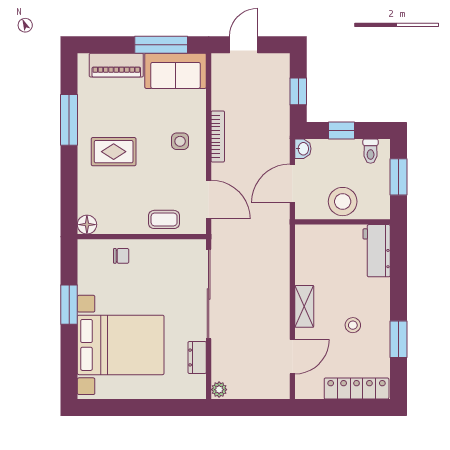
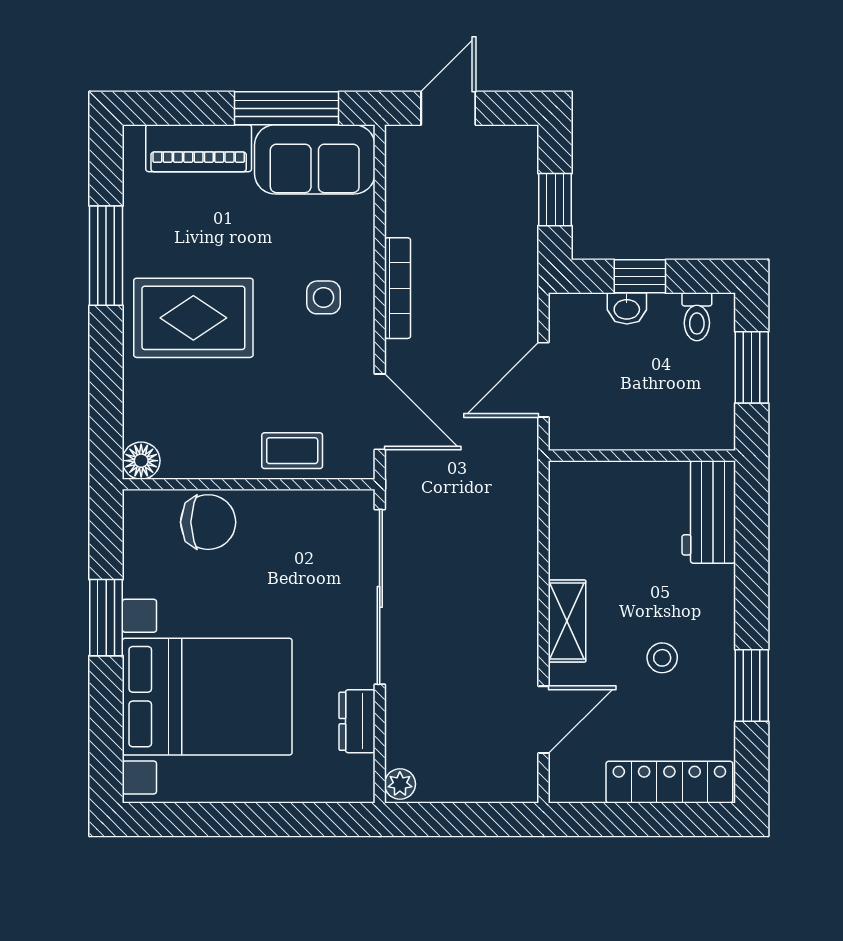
washbasin: (303, 149) -> (627, 308), moved, turned 90
rug: (114, 152) -> (193, 318), width x1.36, depth x1.43
stool: (343, 202) -> (642, 416), removed
chair: (121, 256) -> (208, 522), width x1.87, depth x1.87

